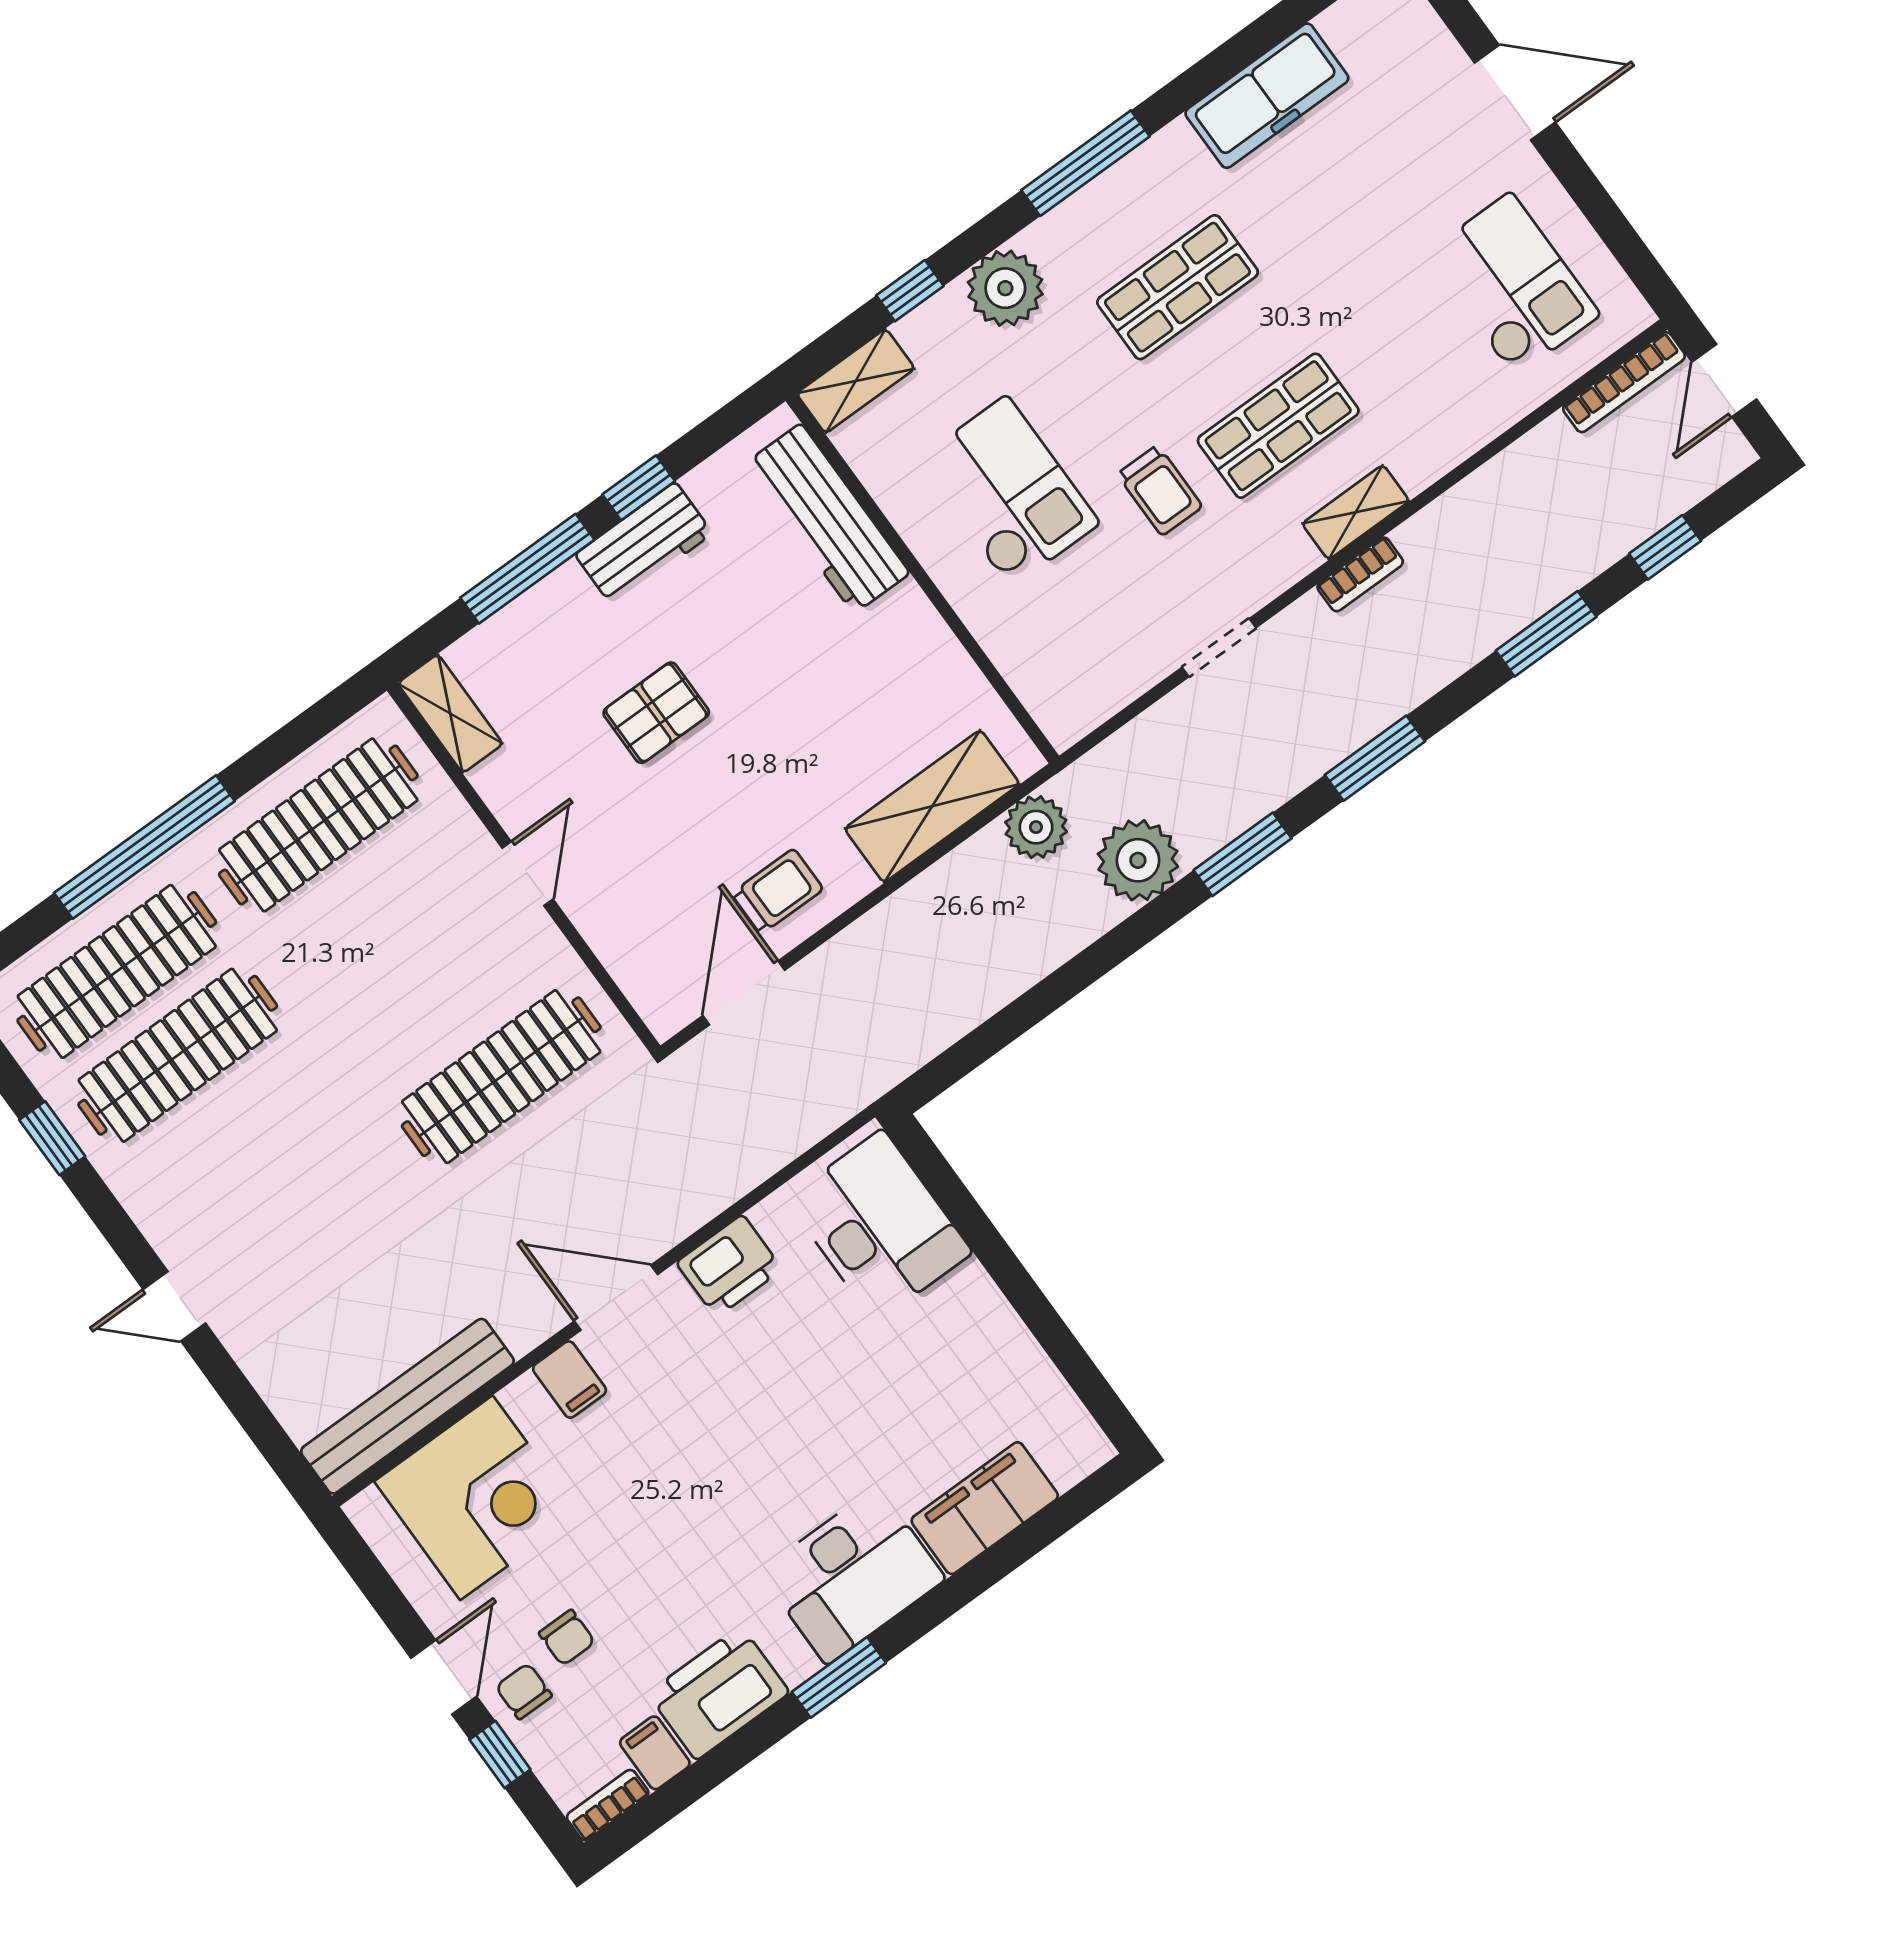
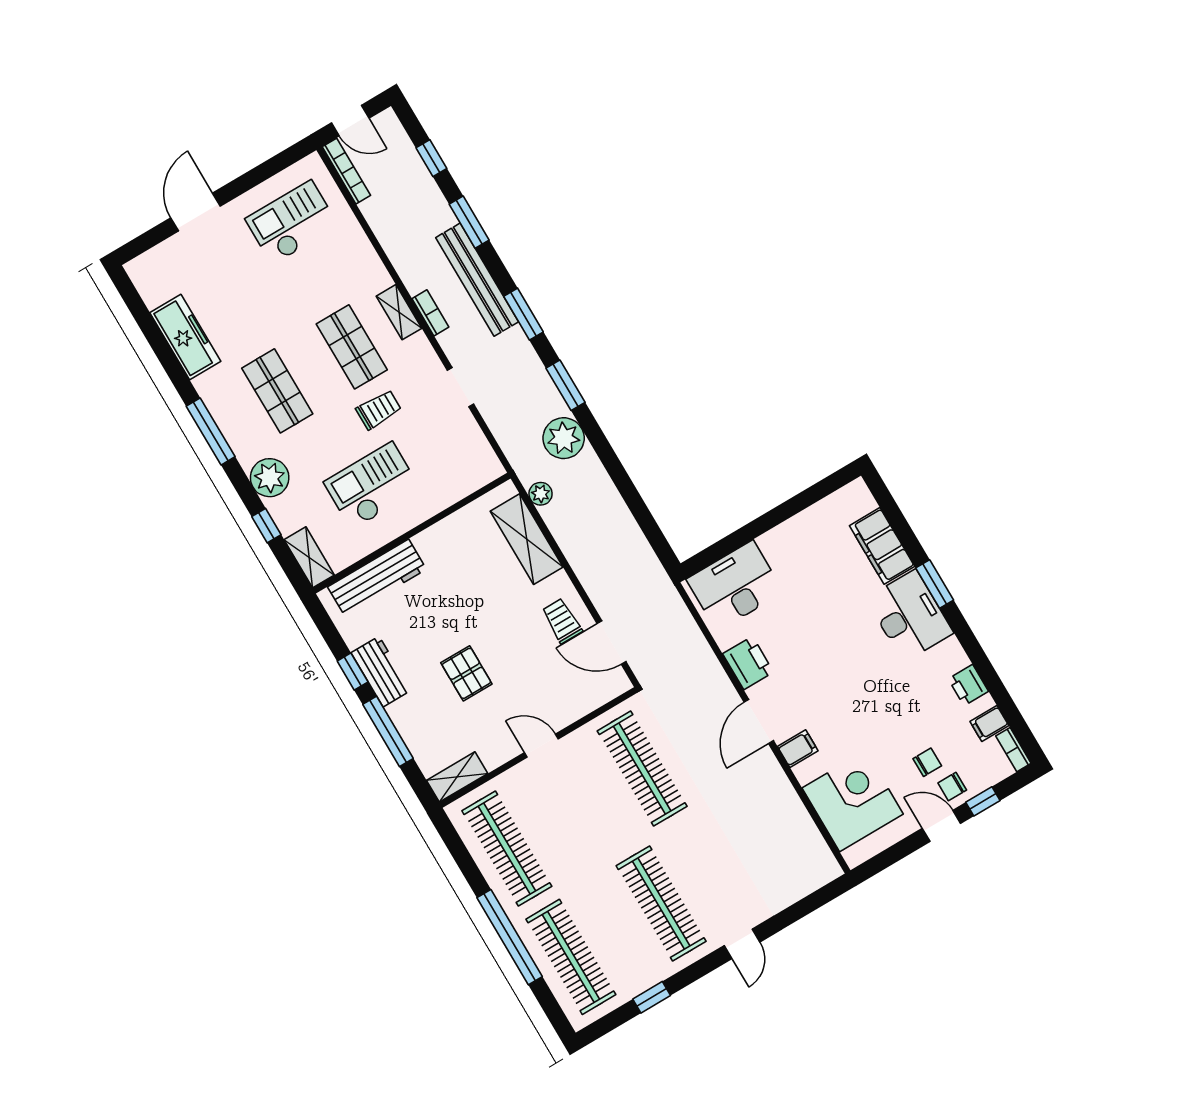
plant: (1036, 827) -> (541, 494), width x0.73, depth x0.73
clothes rail: (178, 1055) -> (661, 904), moved
bench: (407, 1406) -> (477, 280), moved
window: (839, 1677) -> (935, 584), moved
printer: (718, 1693) -> (968, 685), width x0.53, depth x0.68

